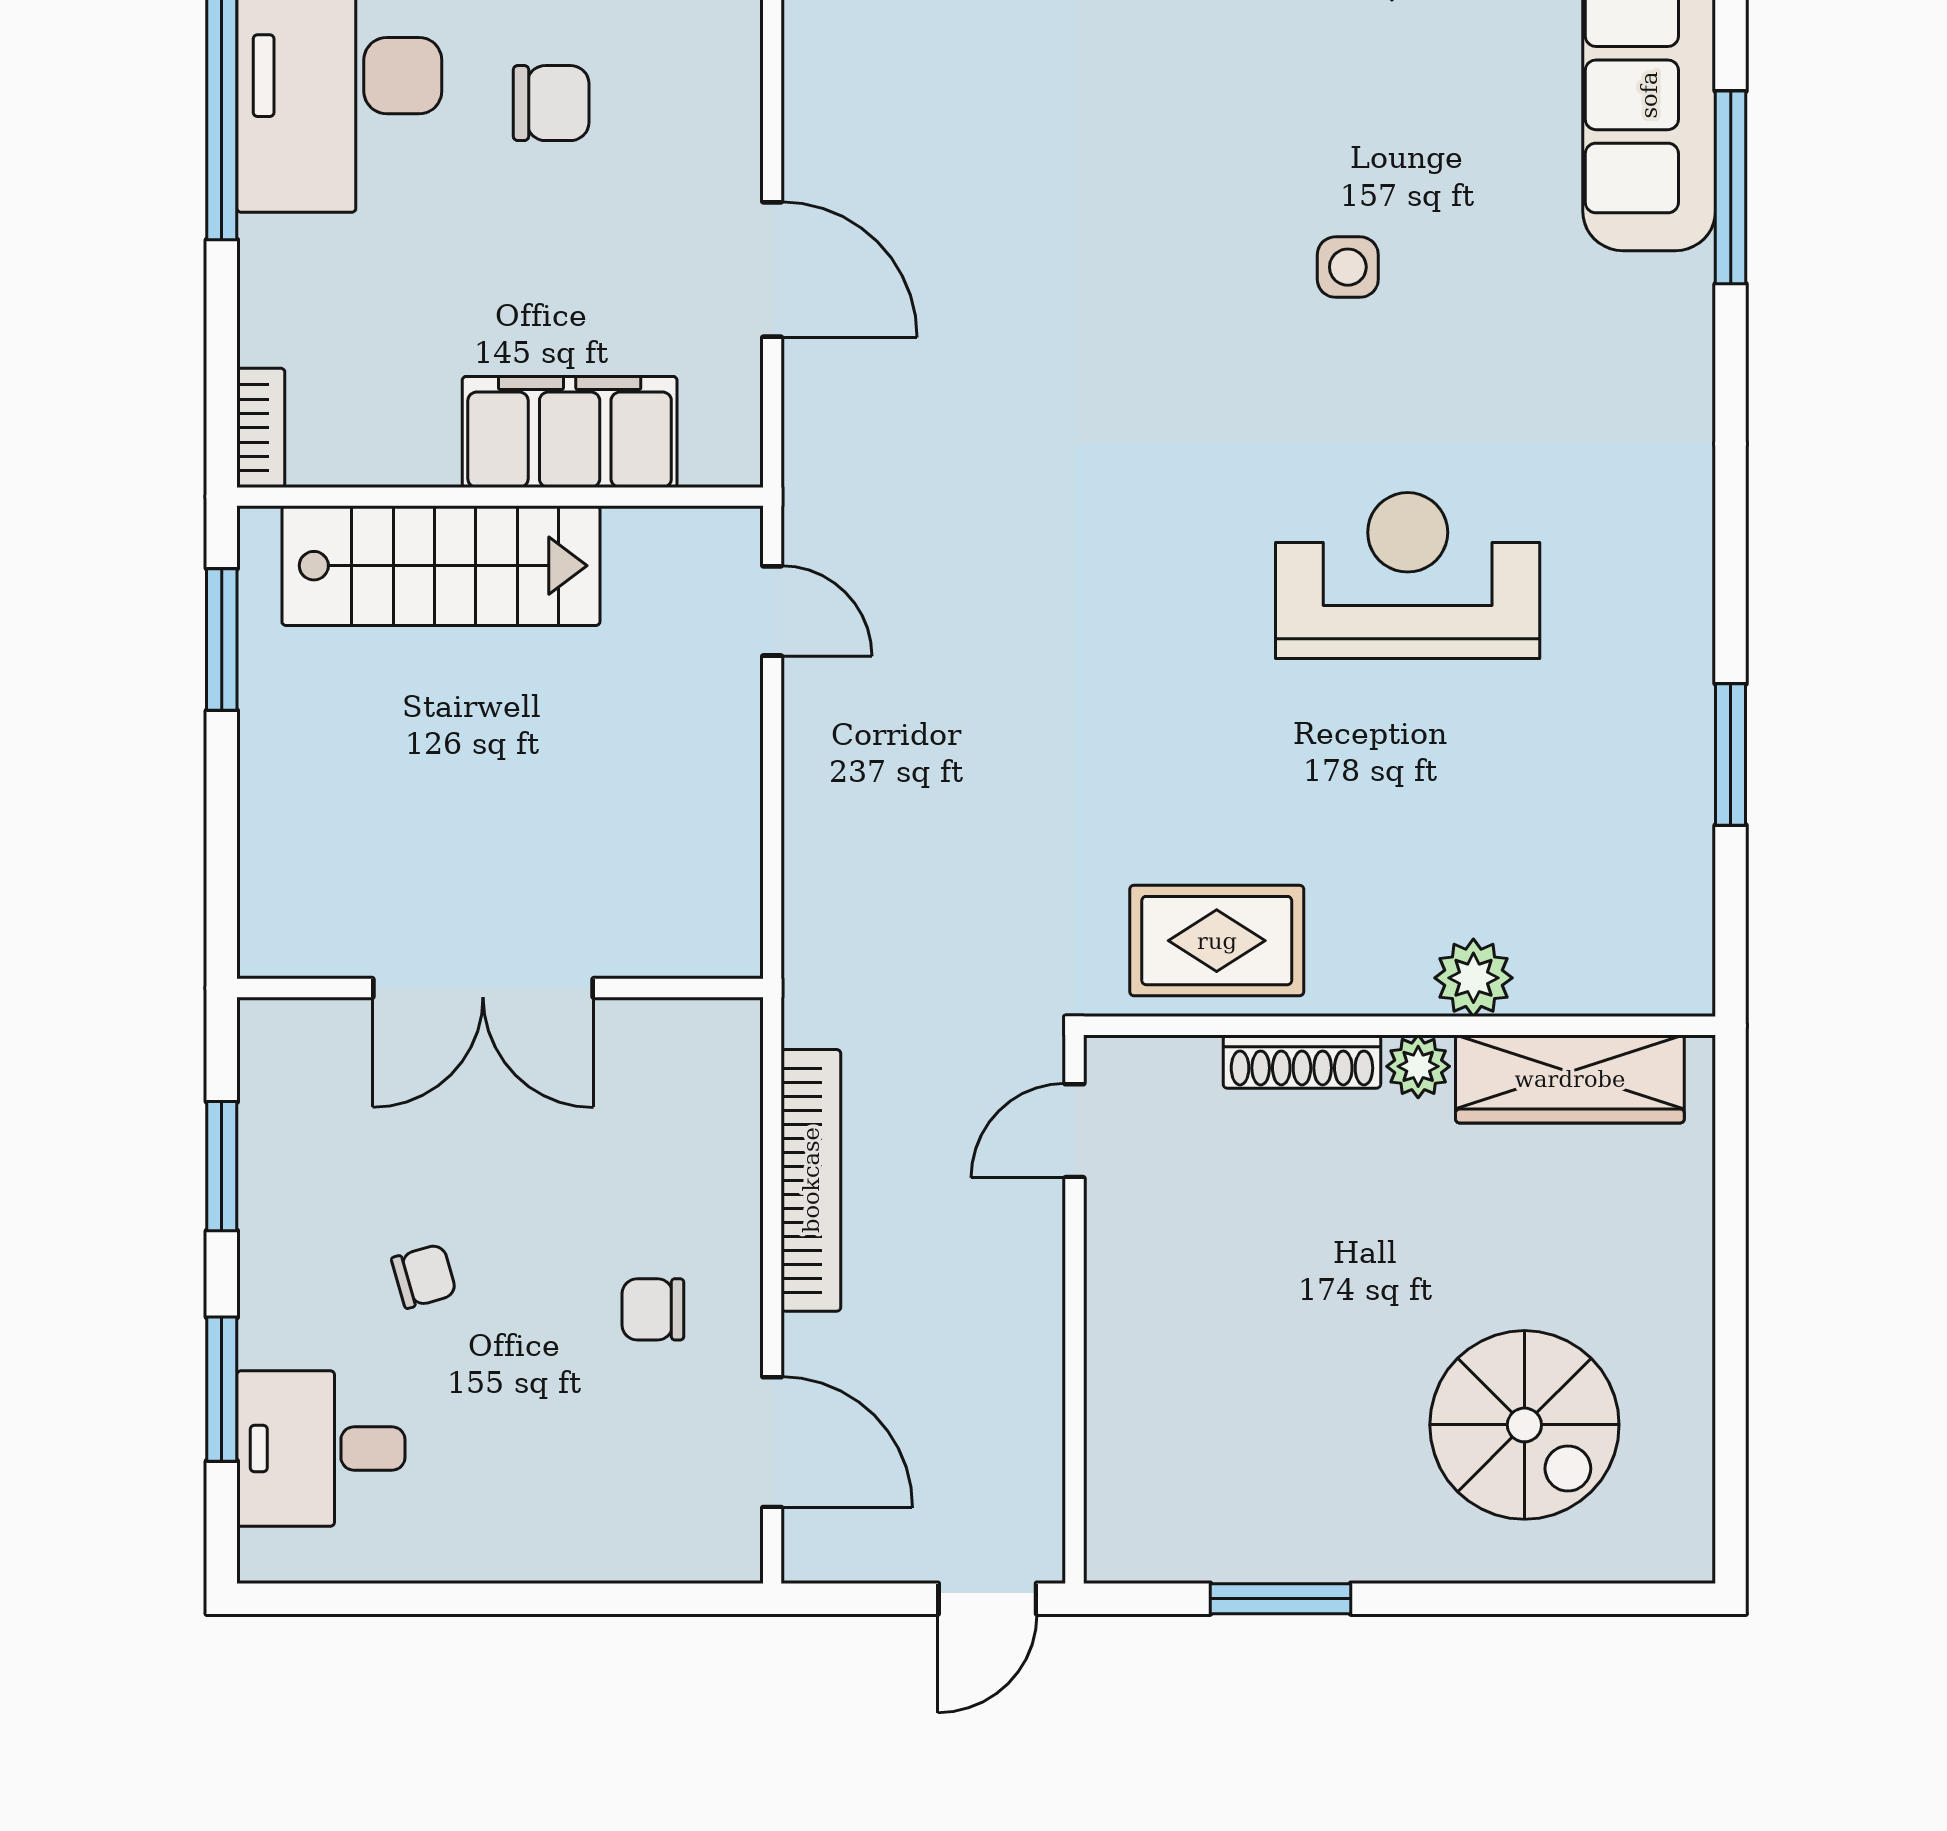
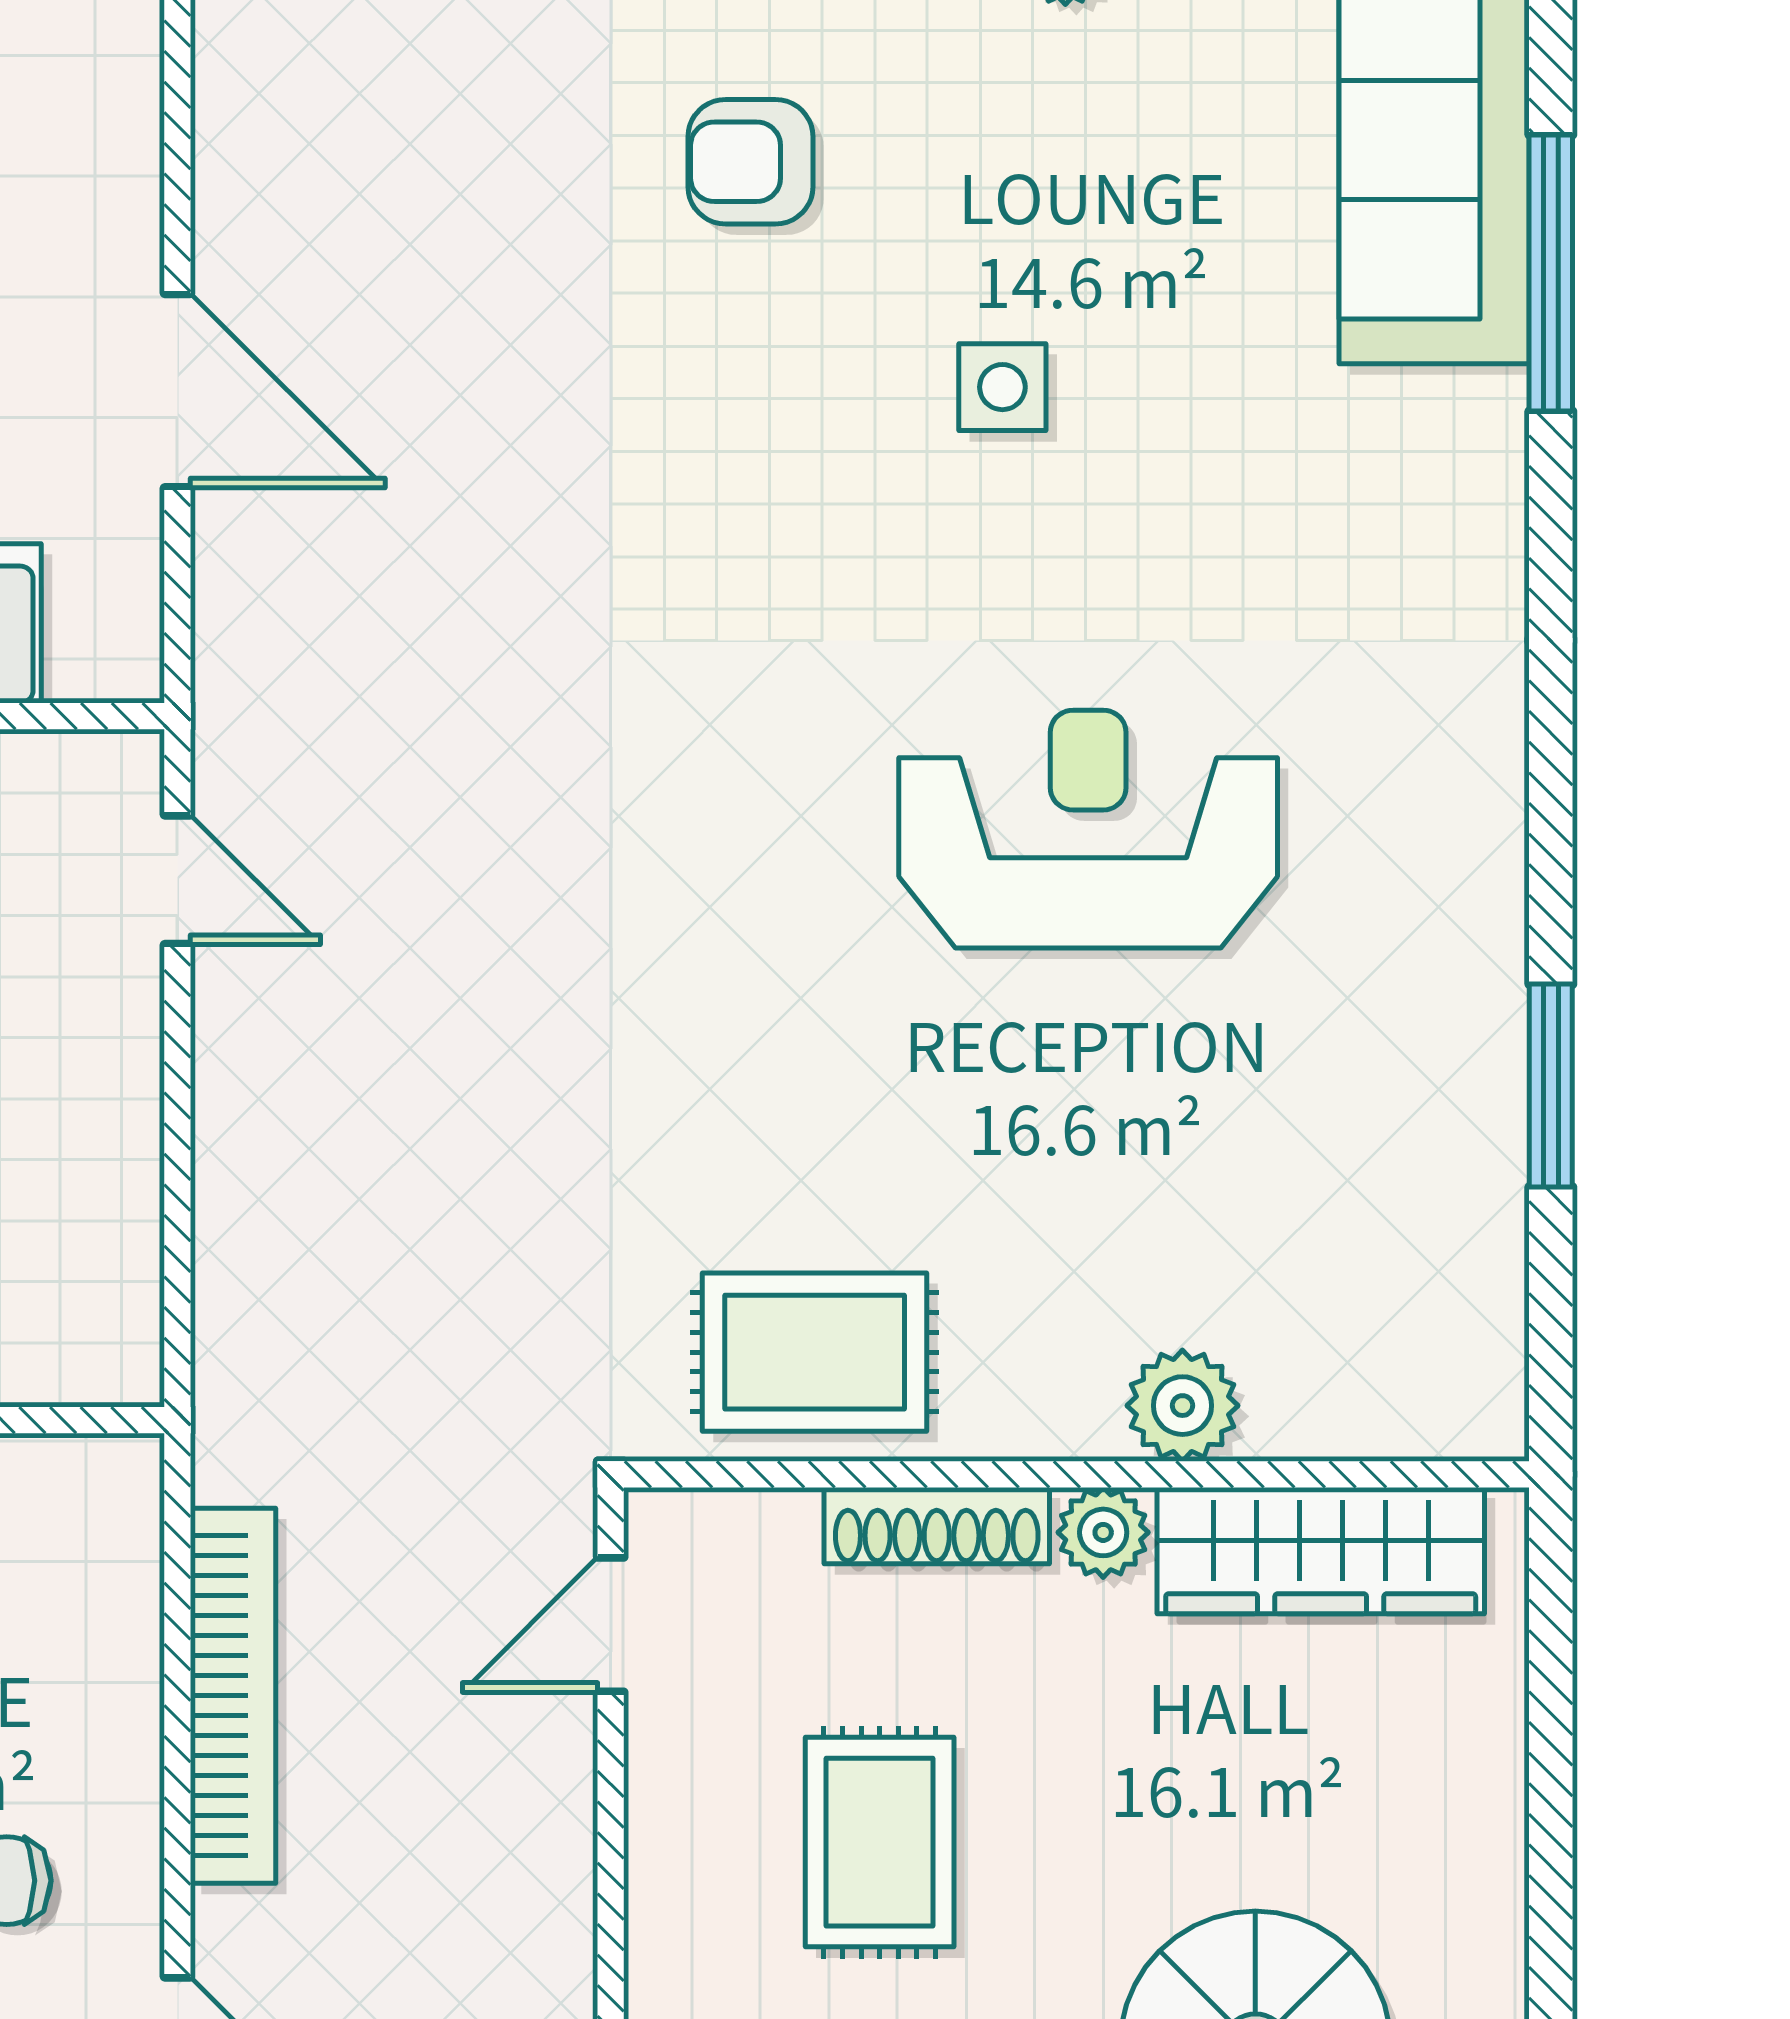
armchair: (1172, 110) -> (750, 162), added
rug: (1262, 1282) -> (880, 1842), added

